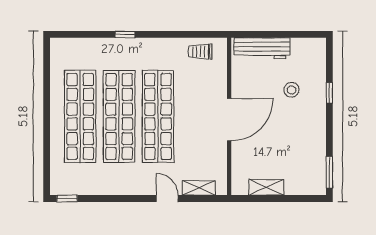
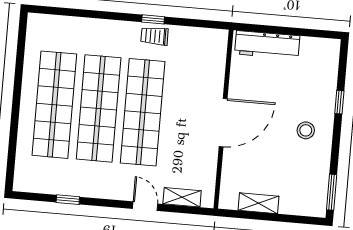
window: (125, 34) -> (153, 19), moved
trolley: (200, 52) -> (154, 36), moved
stool: (292, 90) -> (306, 130), moved
window: (67, 199) -> (68, 200), moved

